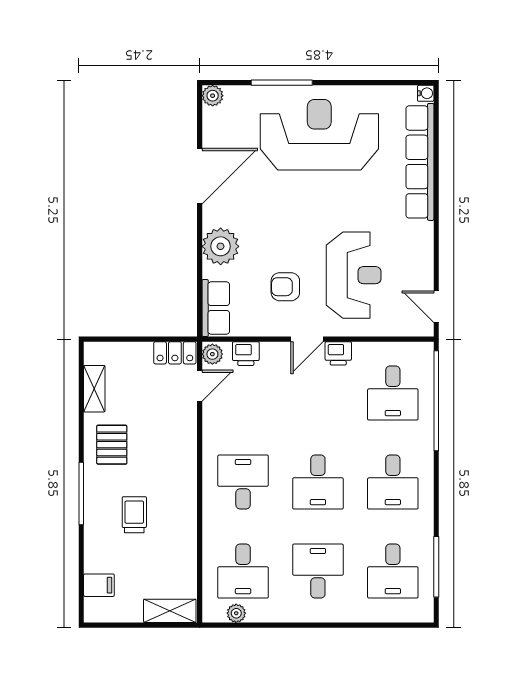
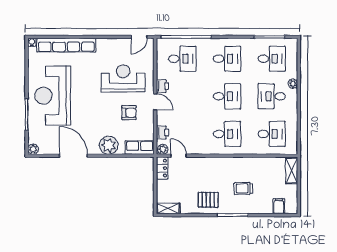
armchair: (285, 287) -> (129, 113), turned -90
shelving: (94, 389) -> (168, 209), moved
desk: (243, 482) -> (227, 134), turned 180
plant: (236, 613) -> (293, 84), moved

